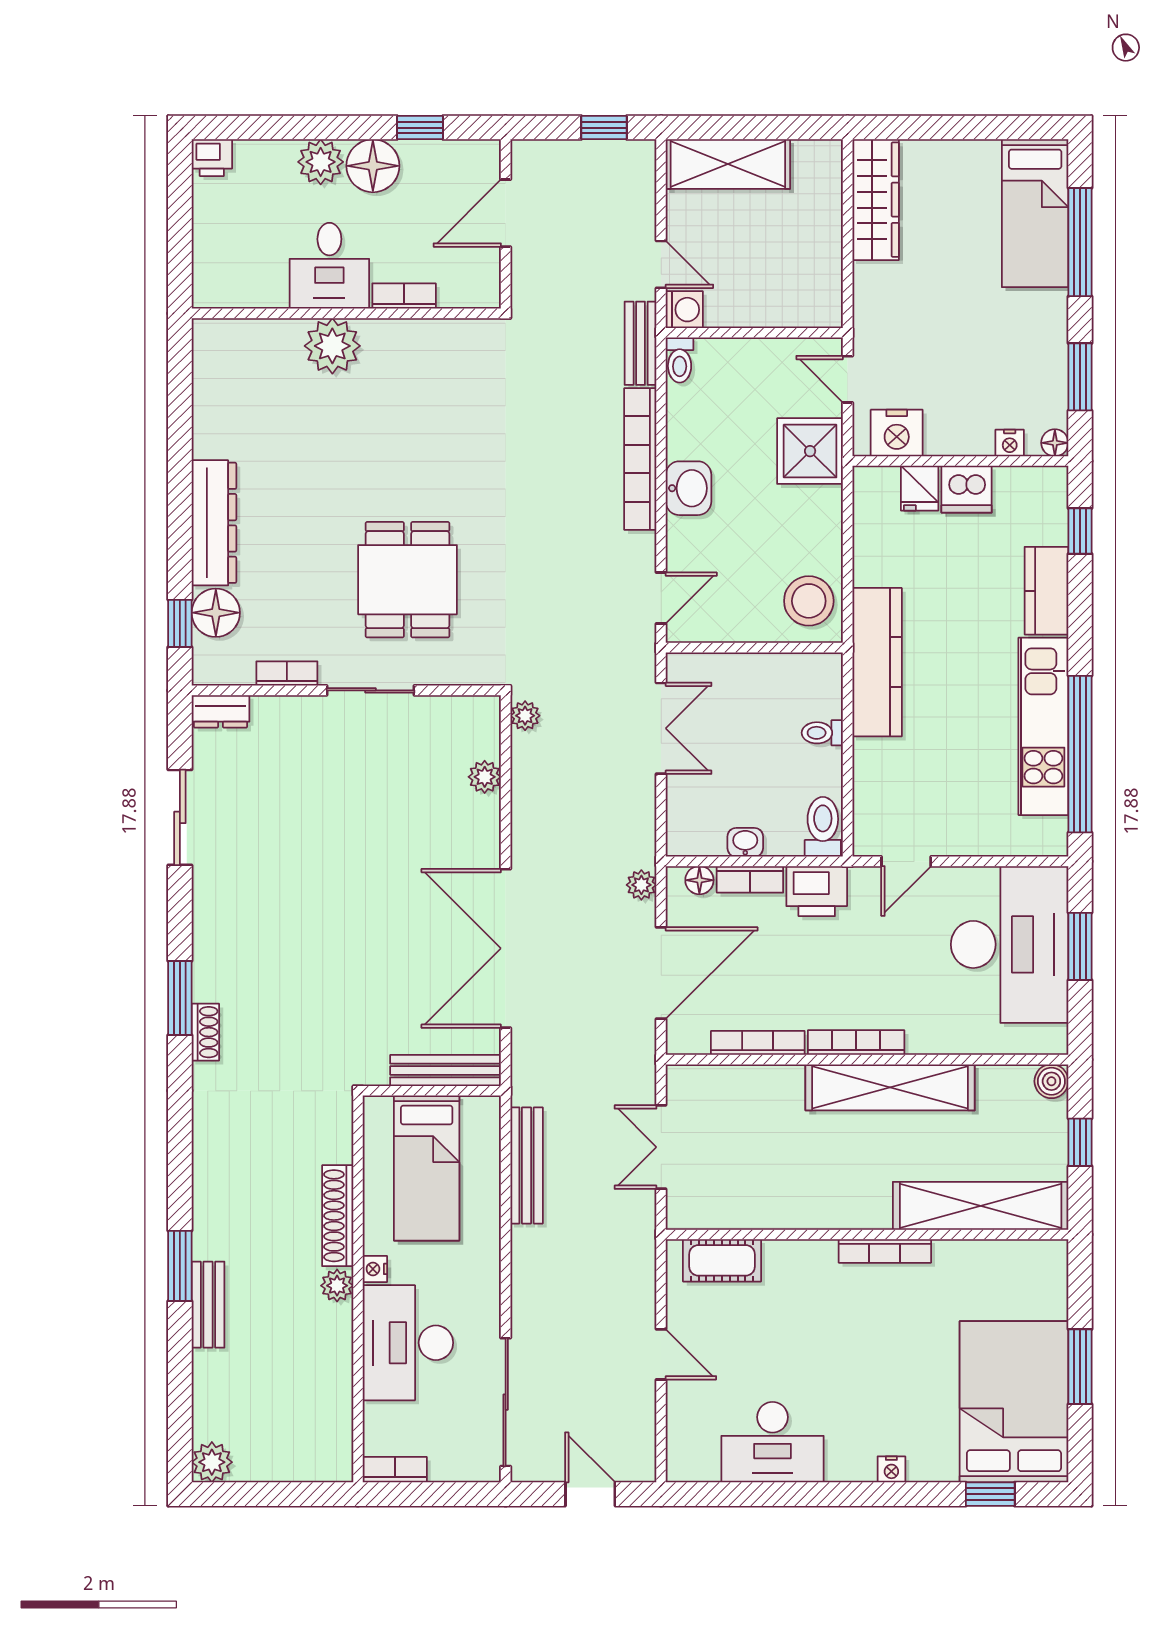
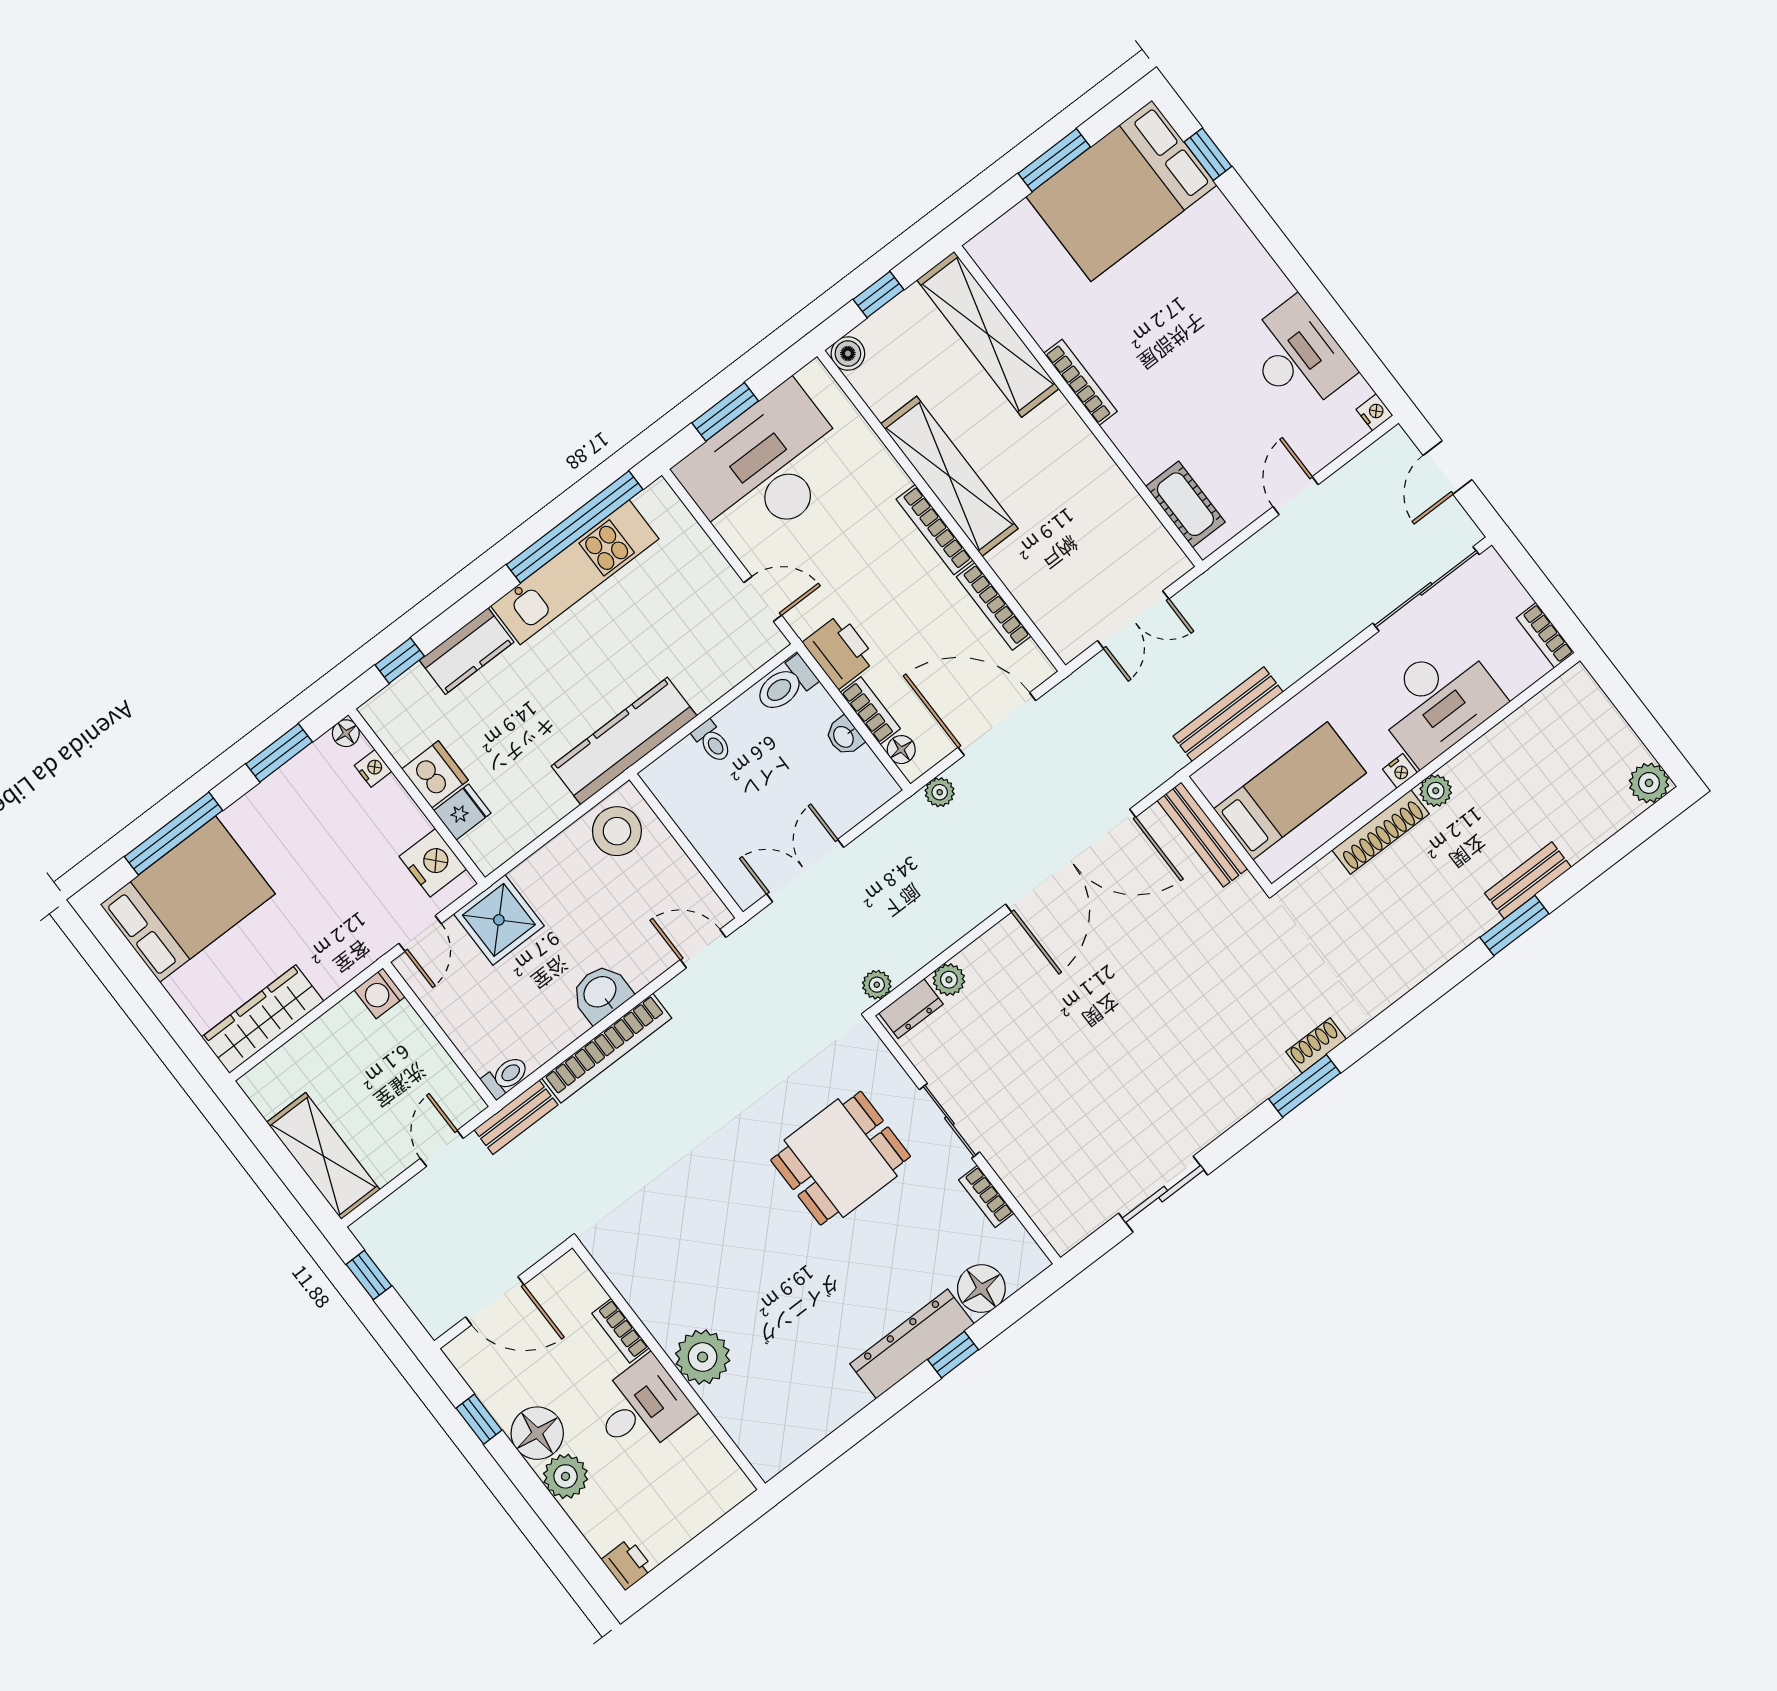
bed: (1035, 213) -> (188, 899), width x1.50
washing machine: (684, 310) -> (379, 993), moved, turned -90
window: (180, 623) -> (953, 1355), moved
dresser: (220, 711) -> (911, 1009), moved, turned 90
nightstand: (891, 1469) -> (1375, 412), moved

